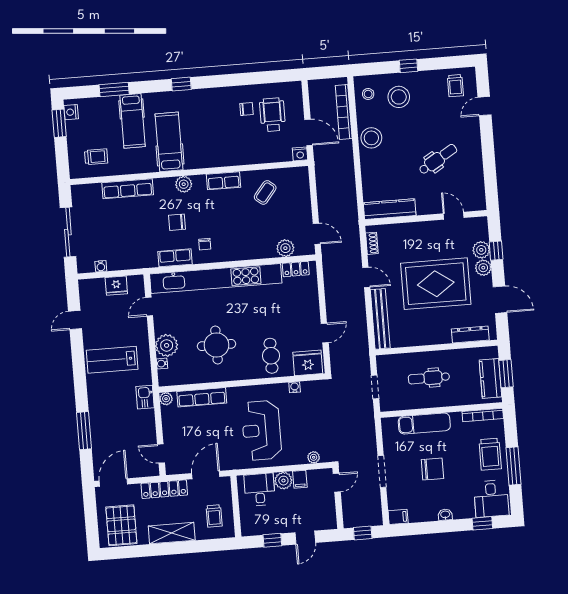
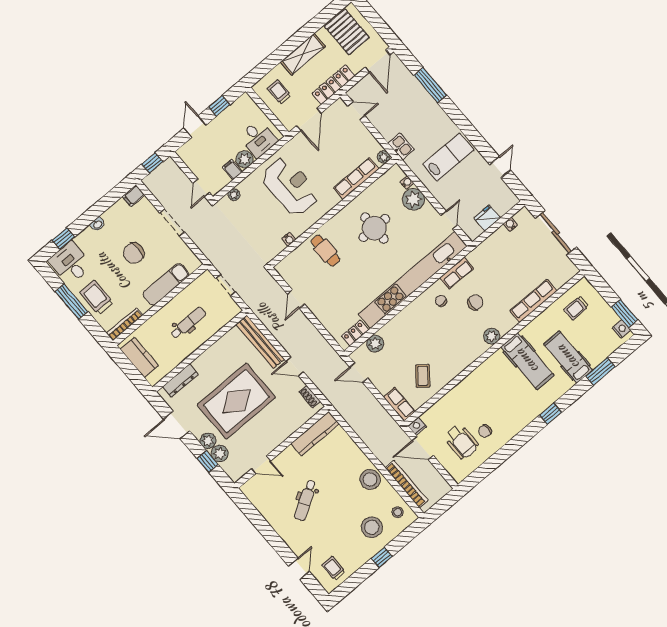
row of seats: (224, 181) -> (399, 404), moved, turned 90
fridge: (308, 363) -> (292, 266), removed
window: (506, 374) -> (130, 370), removed

